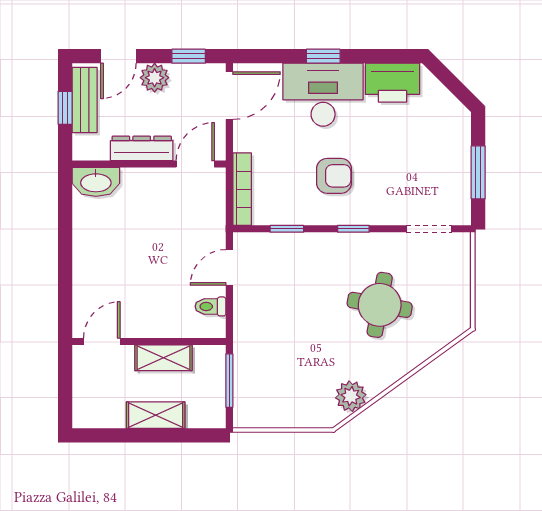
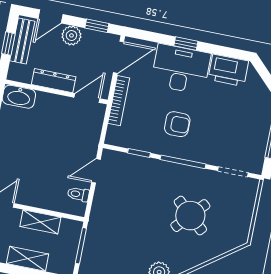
bookcase: (242, 189) -> (119, 101), moved
window: (353, 229) -> (183, 162), width x2.17
round table: (380, 305) -> (190, 216), turned 32

